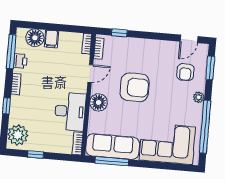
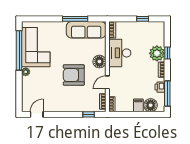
window: (210, 68) -> (19, 94), removed
armchair: (185, 72) -> (37, 90), removed
plant: (18, 135) -> (157, 53), moved
corner sofa: (167, 144) -> (36, 47), moved, turned -90
window: (112, 161) -> (75, 19), moved

